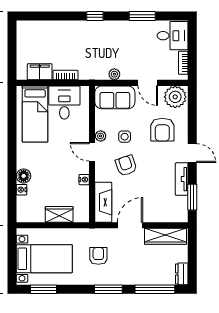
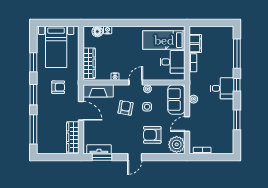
window: (53, 16) -> (237, 54), added
desk: (173, 36) -> (222, 88), moved, turned -90
armchair: (126, 165) -> (126, 108), turned -61
floor lamp: (24, 176) -> (97, 32), moved
tv unit: (182, 179) -> (99, 149), moved
wardrobe: (59, 214) -> (89, 63), width x1.50
dresser: (182, 274) -> (45, 149), removed
window: (43, 289) -> (33, 62), moved

